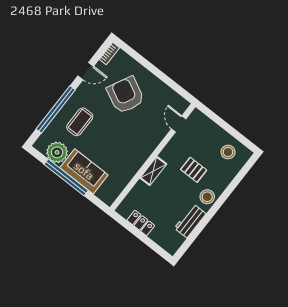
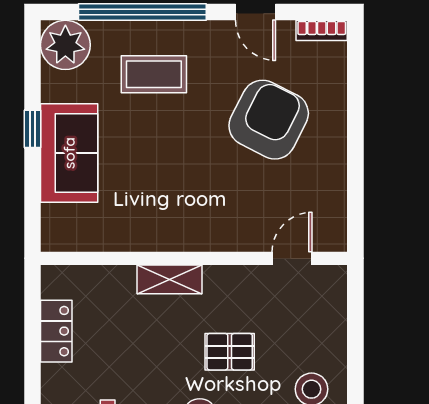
plant: (57, 152) -> (65, 45), moved
pallet: (194, 170) -> (230, 352), turned 90
window: (66, 177) -> (32, 129), width x0.32

